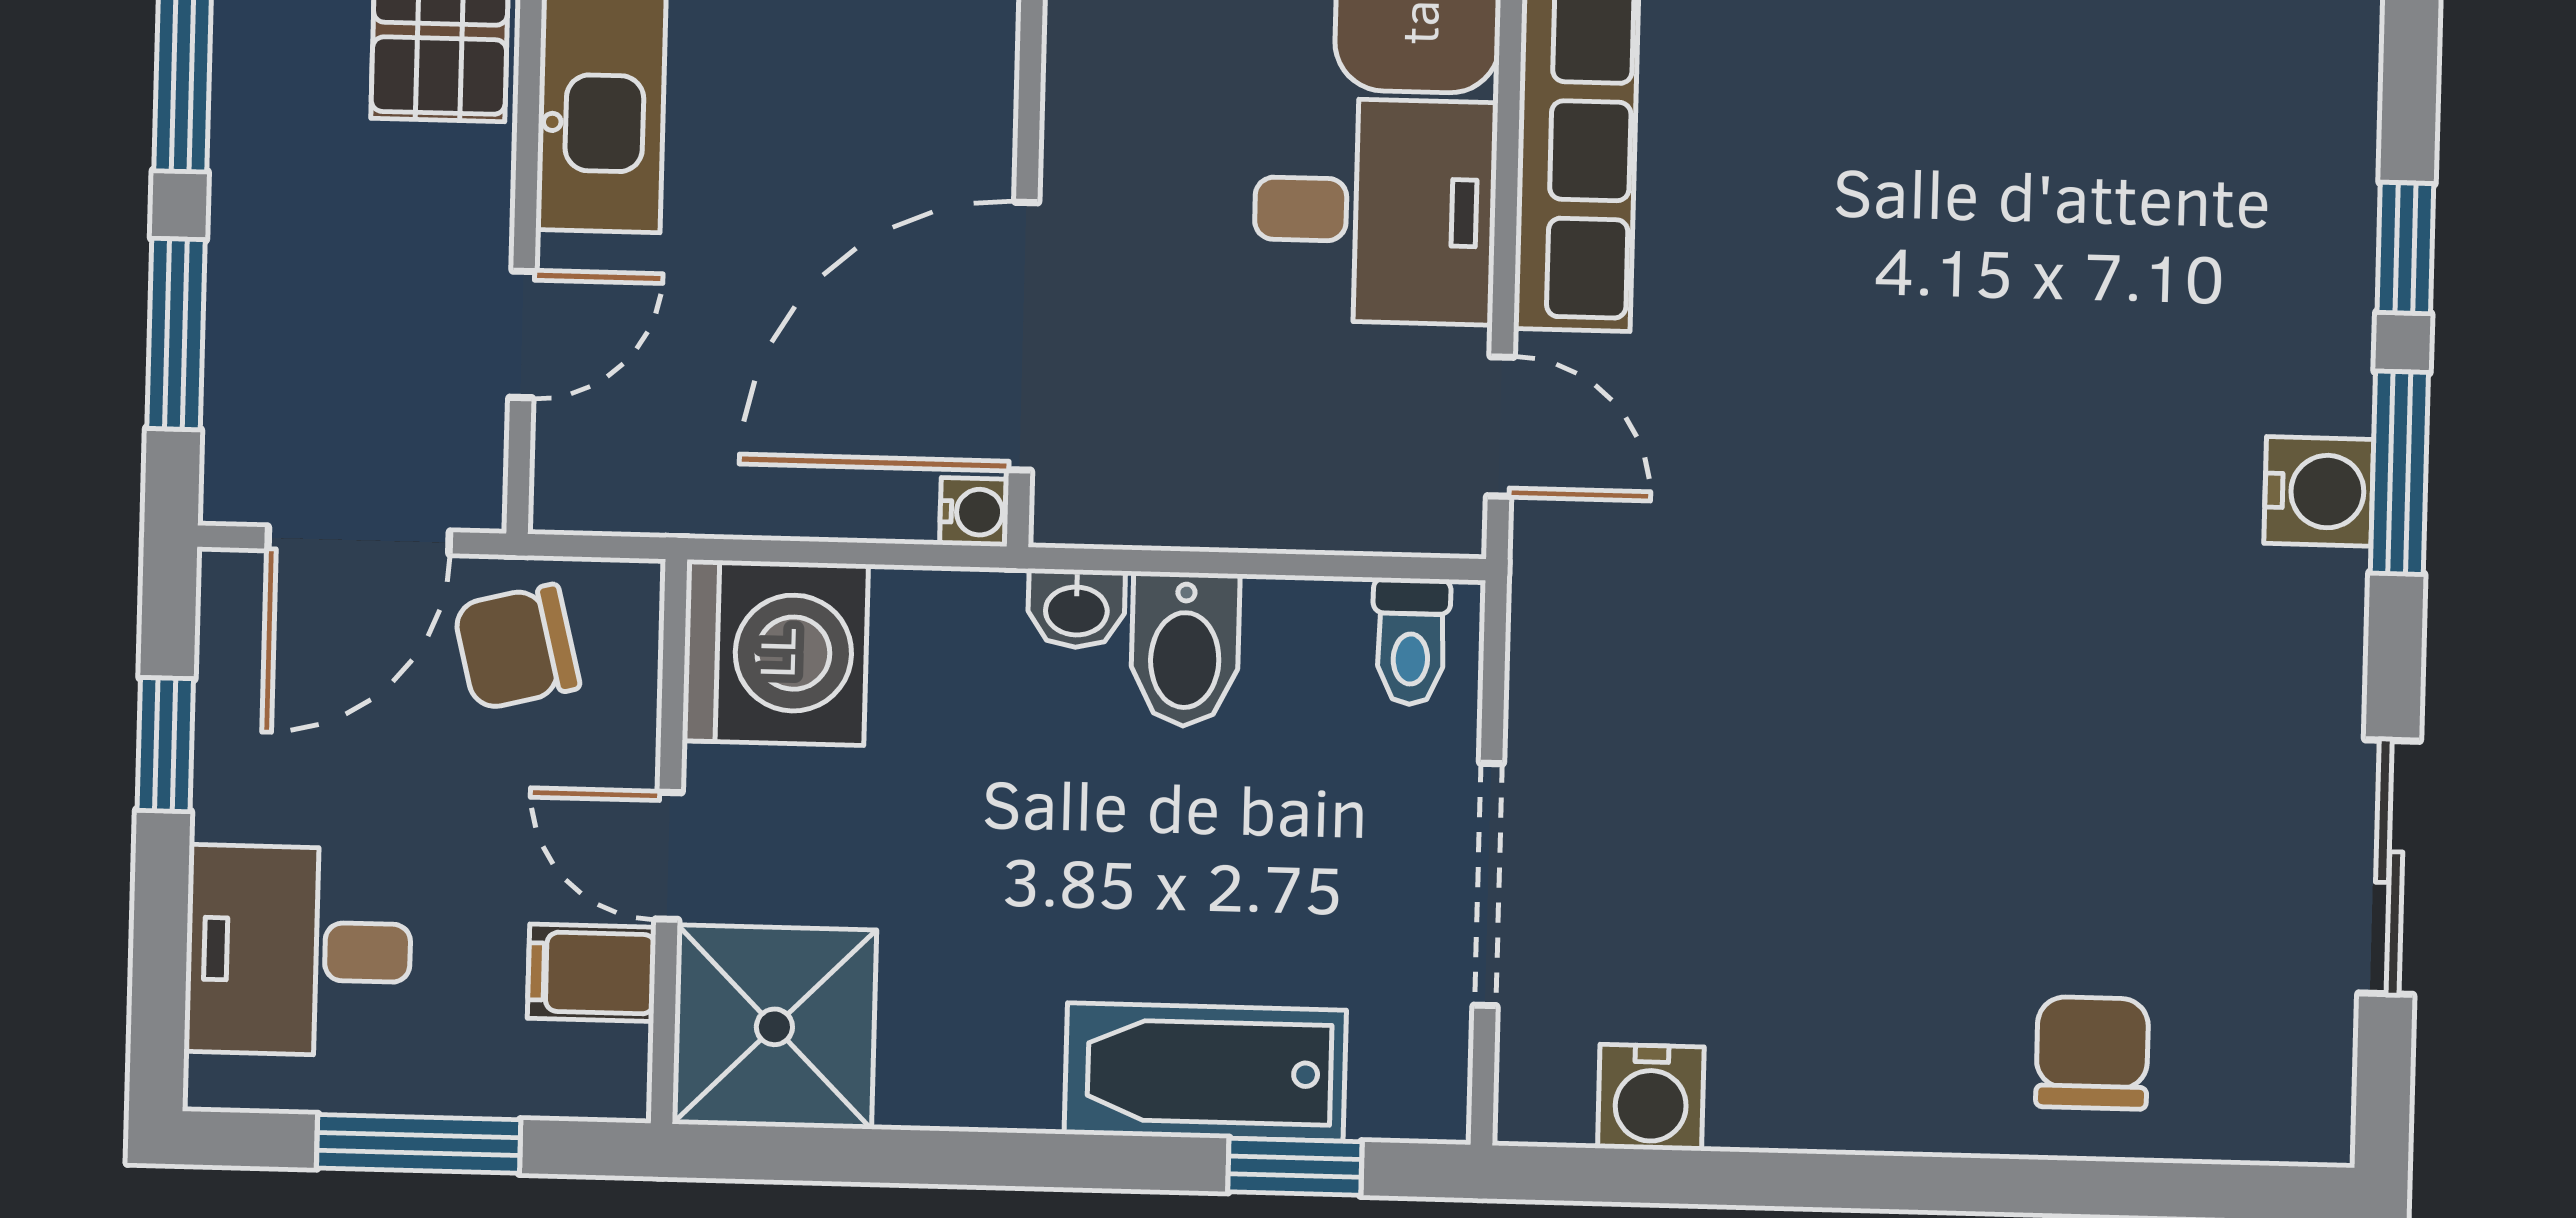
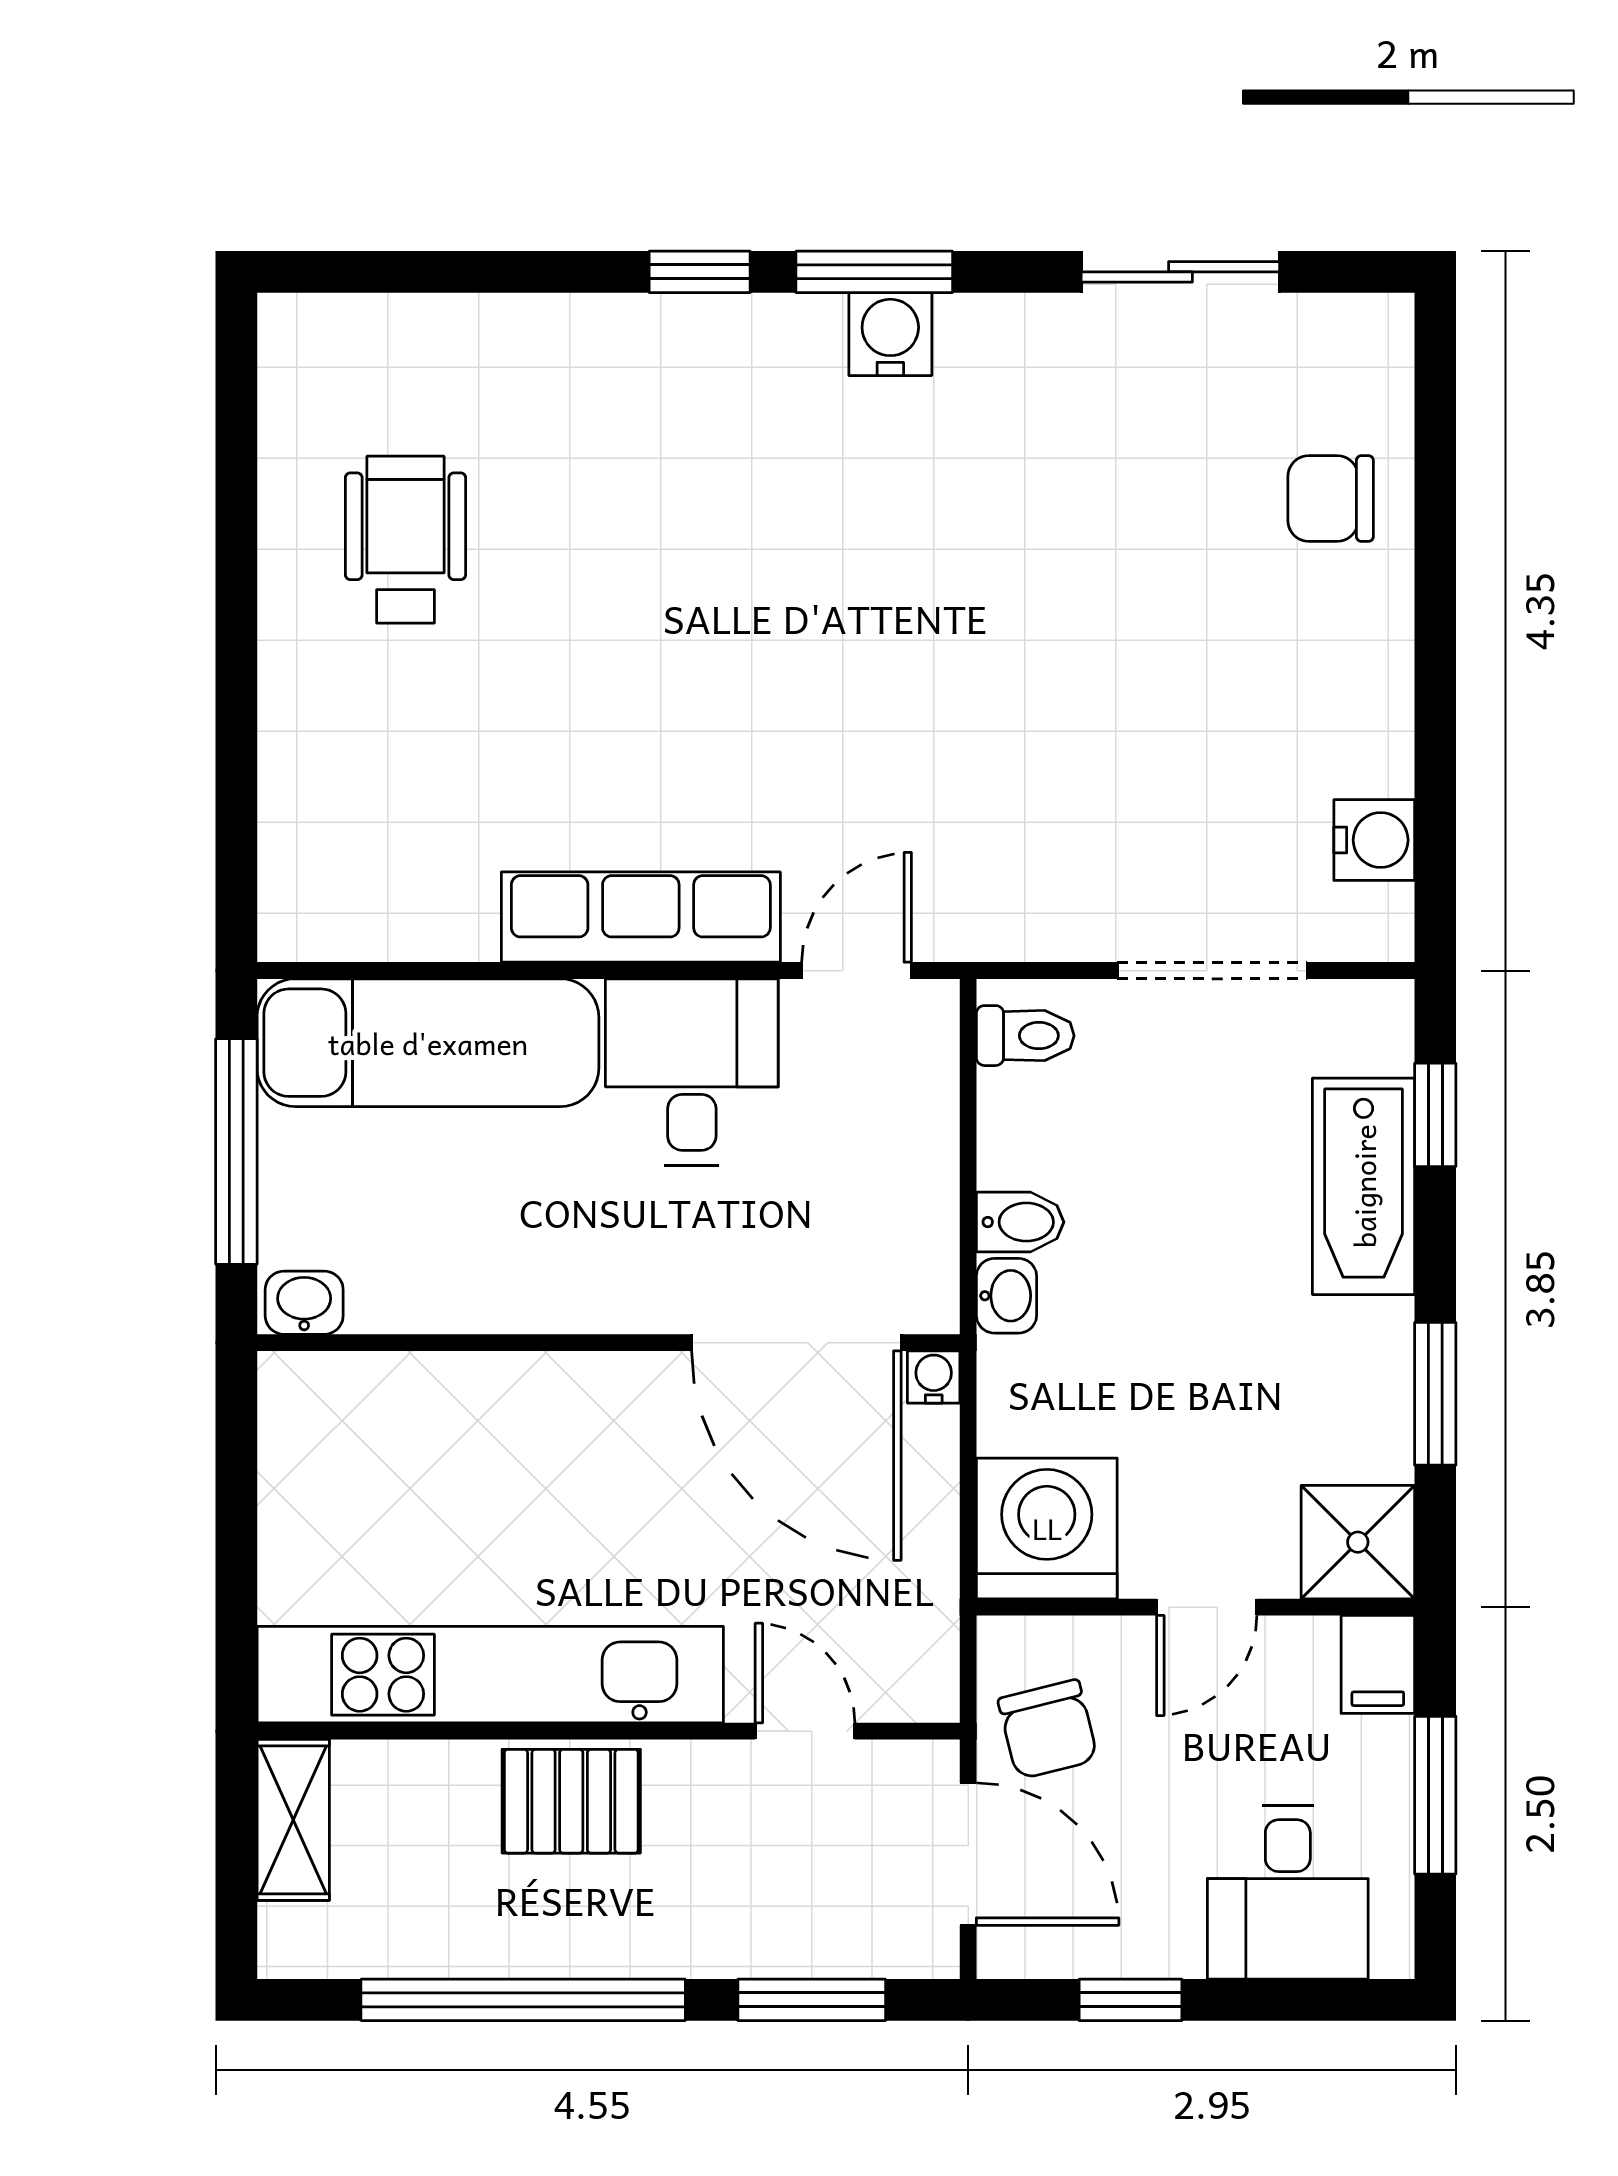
bidet: (1185, 649) -> (1020, 1222), width x0.72, depth x0.74
filing cabinet: (592, 973) -> (1378, 1664), moved
shower: (774, 1027) -> (1358, 1542), width x0.73, depth x0.73
window: (936, 1157) -> (1435, 1394), added

